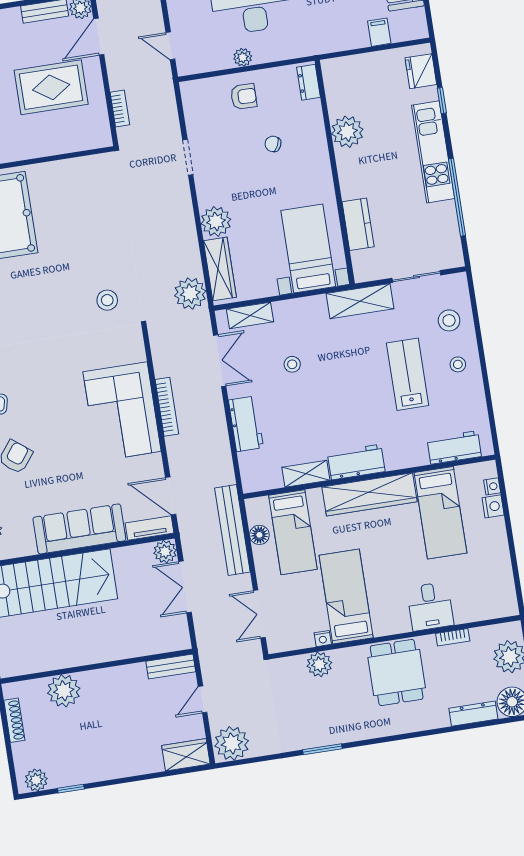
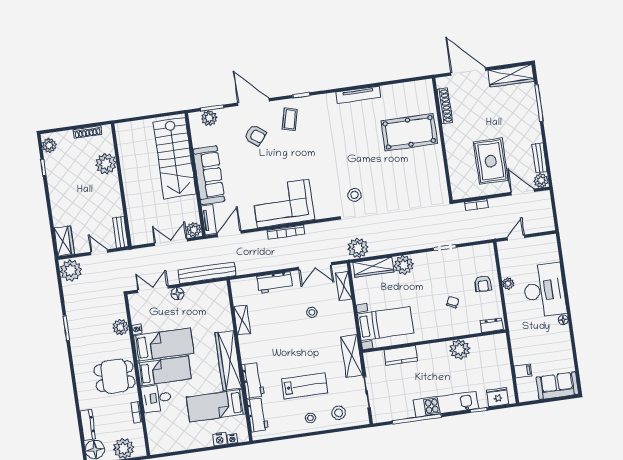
workbench: (356, 462) -> (253, 380), moved
bed: (293, 532) -> (164, 371), moved, turned 180
floor lamp: (259, 535) -> (177, 294), moved

